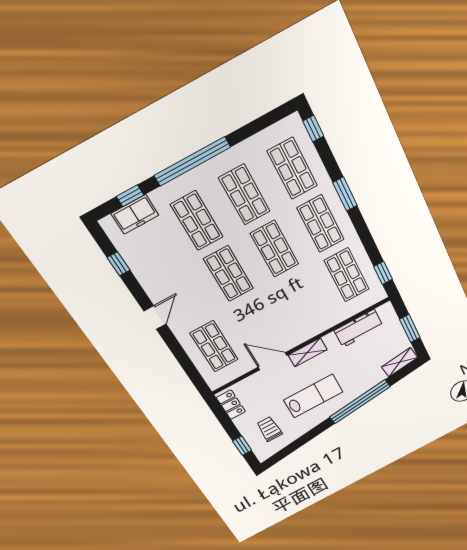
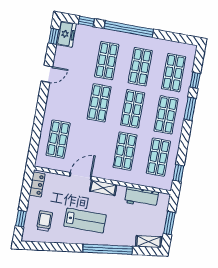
window: (313, 129) -> (195, 80), moved
freezer: (135, 214) -> (66, 34), moved, turned -90
window: (119, 264) -> (54, 36), moved
shop shelf: (302, 299) -> (125, 151), added
door: (155, 318) -> (47, 74), moved
door: (272, 361) -> (81, 176), hinge flipped

